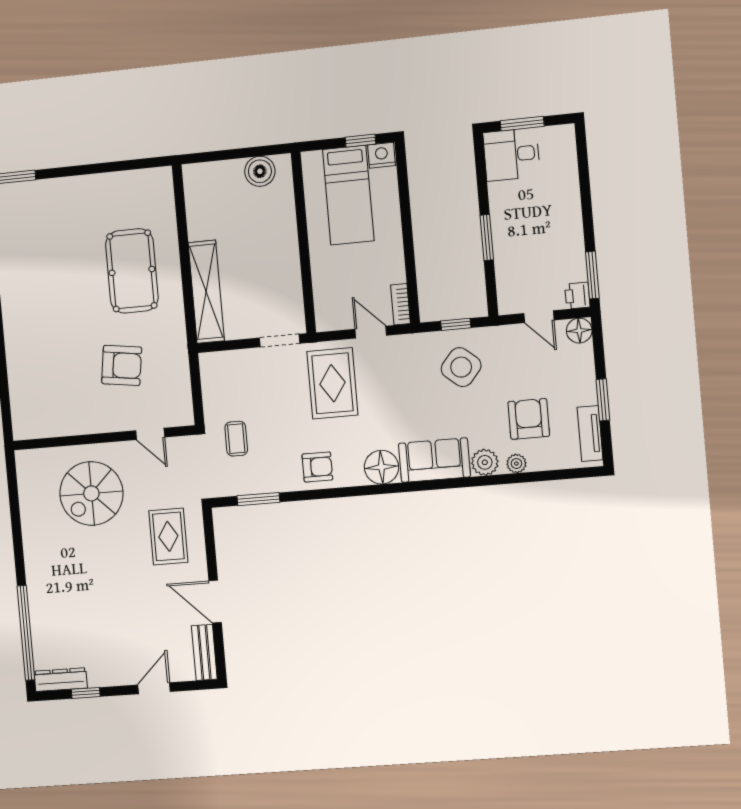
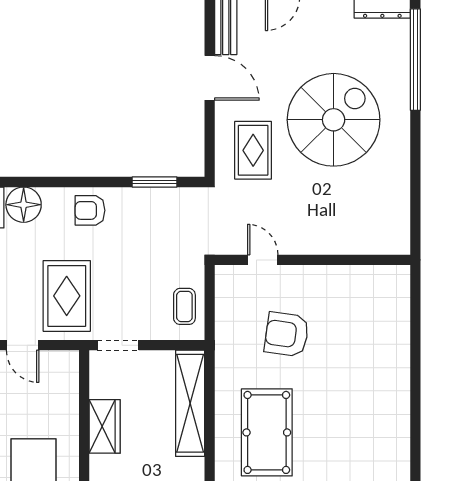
wardrobe: (285, 262) -> (105, 426), added
coffee table: (236, 439) -> (184, 306), moved
spiral stairs: (91, 493) -> (334, 120), moved, width x1.37, depth x1.37

